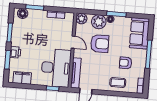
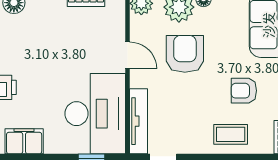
armchair: (100, 44) -> (185, 54), turned -90

